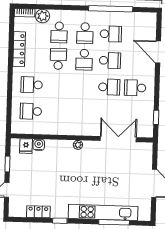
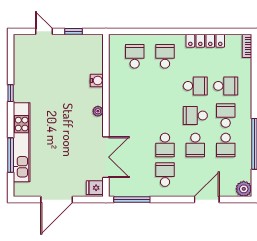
plant: (43, 16) -> (244, 189), moved
school desk: (59, 32) -> (226, 86), turned 180
school desk: (85, 33) -> (226, 115), turned 90
window: (156, 117) -> (132, 200), width x2.17
water cooler: (39, 145) -> (97, 80), moved
fridge: (26, 146) -> (95, 188), moved
locker: (38, 212) -> (20, 68), removed

